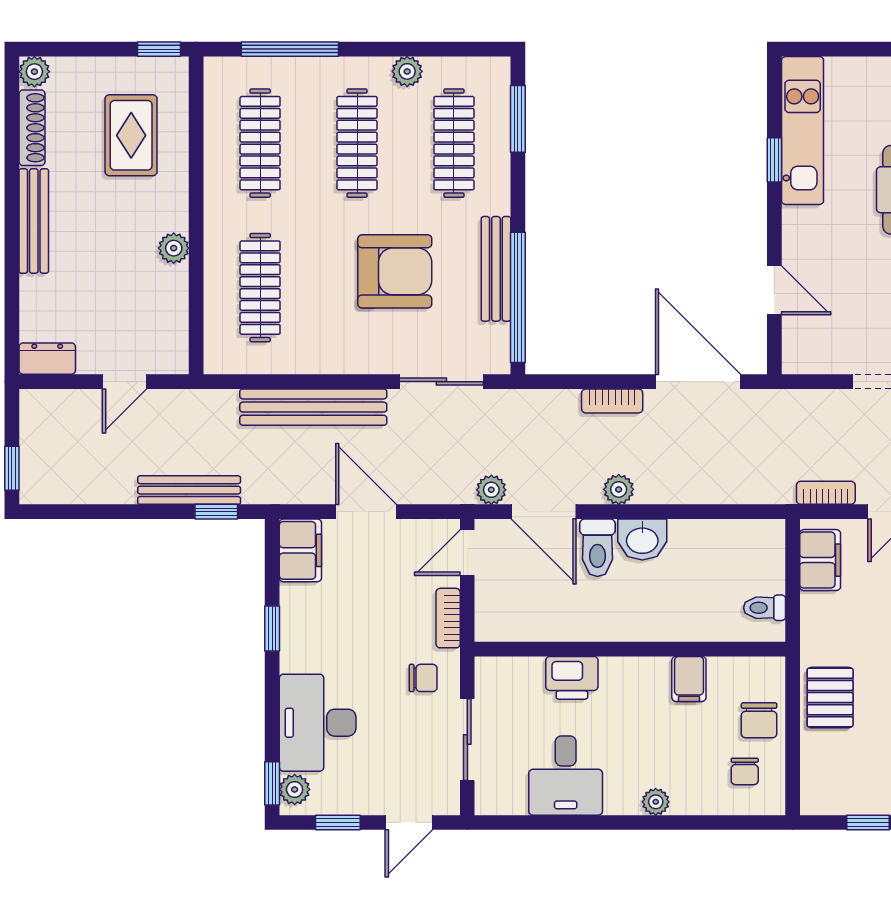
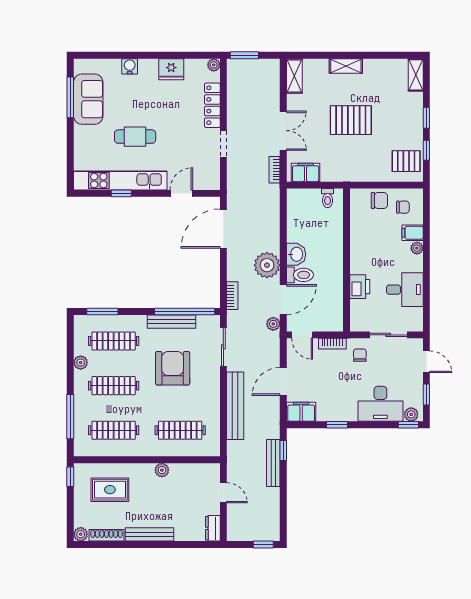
kitchen unit: (803, 131) -> (120, 180), width x1.36
bookcase: (612, 401) -> (232, 296), moved
plant: (619, 489) -> (267, 265), width x1.87, depth x1.87
filing cabinet: (689, 679) -> (413, 233), moved, turned 180
pallet: (830, 698) -> (406, 161), moved

